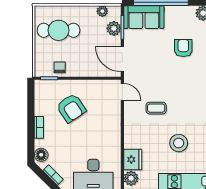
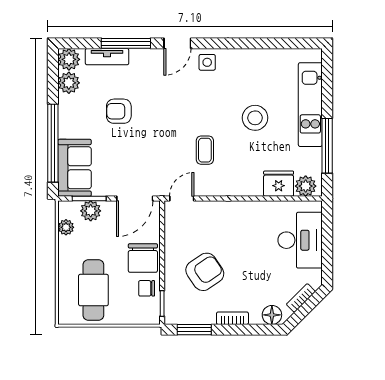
chair: (81, 65) -> (143, 258), added
window: (31, 101) -> (194, 330), added

